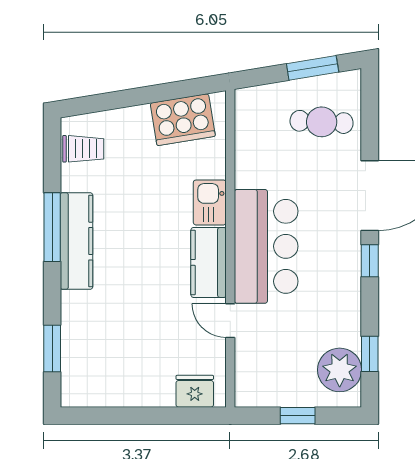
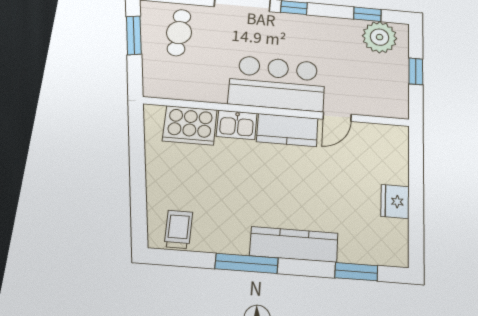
cooker: (183, 120) -> (190, 125), moved, turned 99
kitchen counter: (77, 241) -> (294, 244), moved
fridge: (195, 391) -> (395, 201), moved

